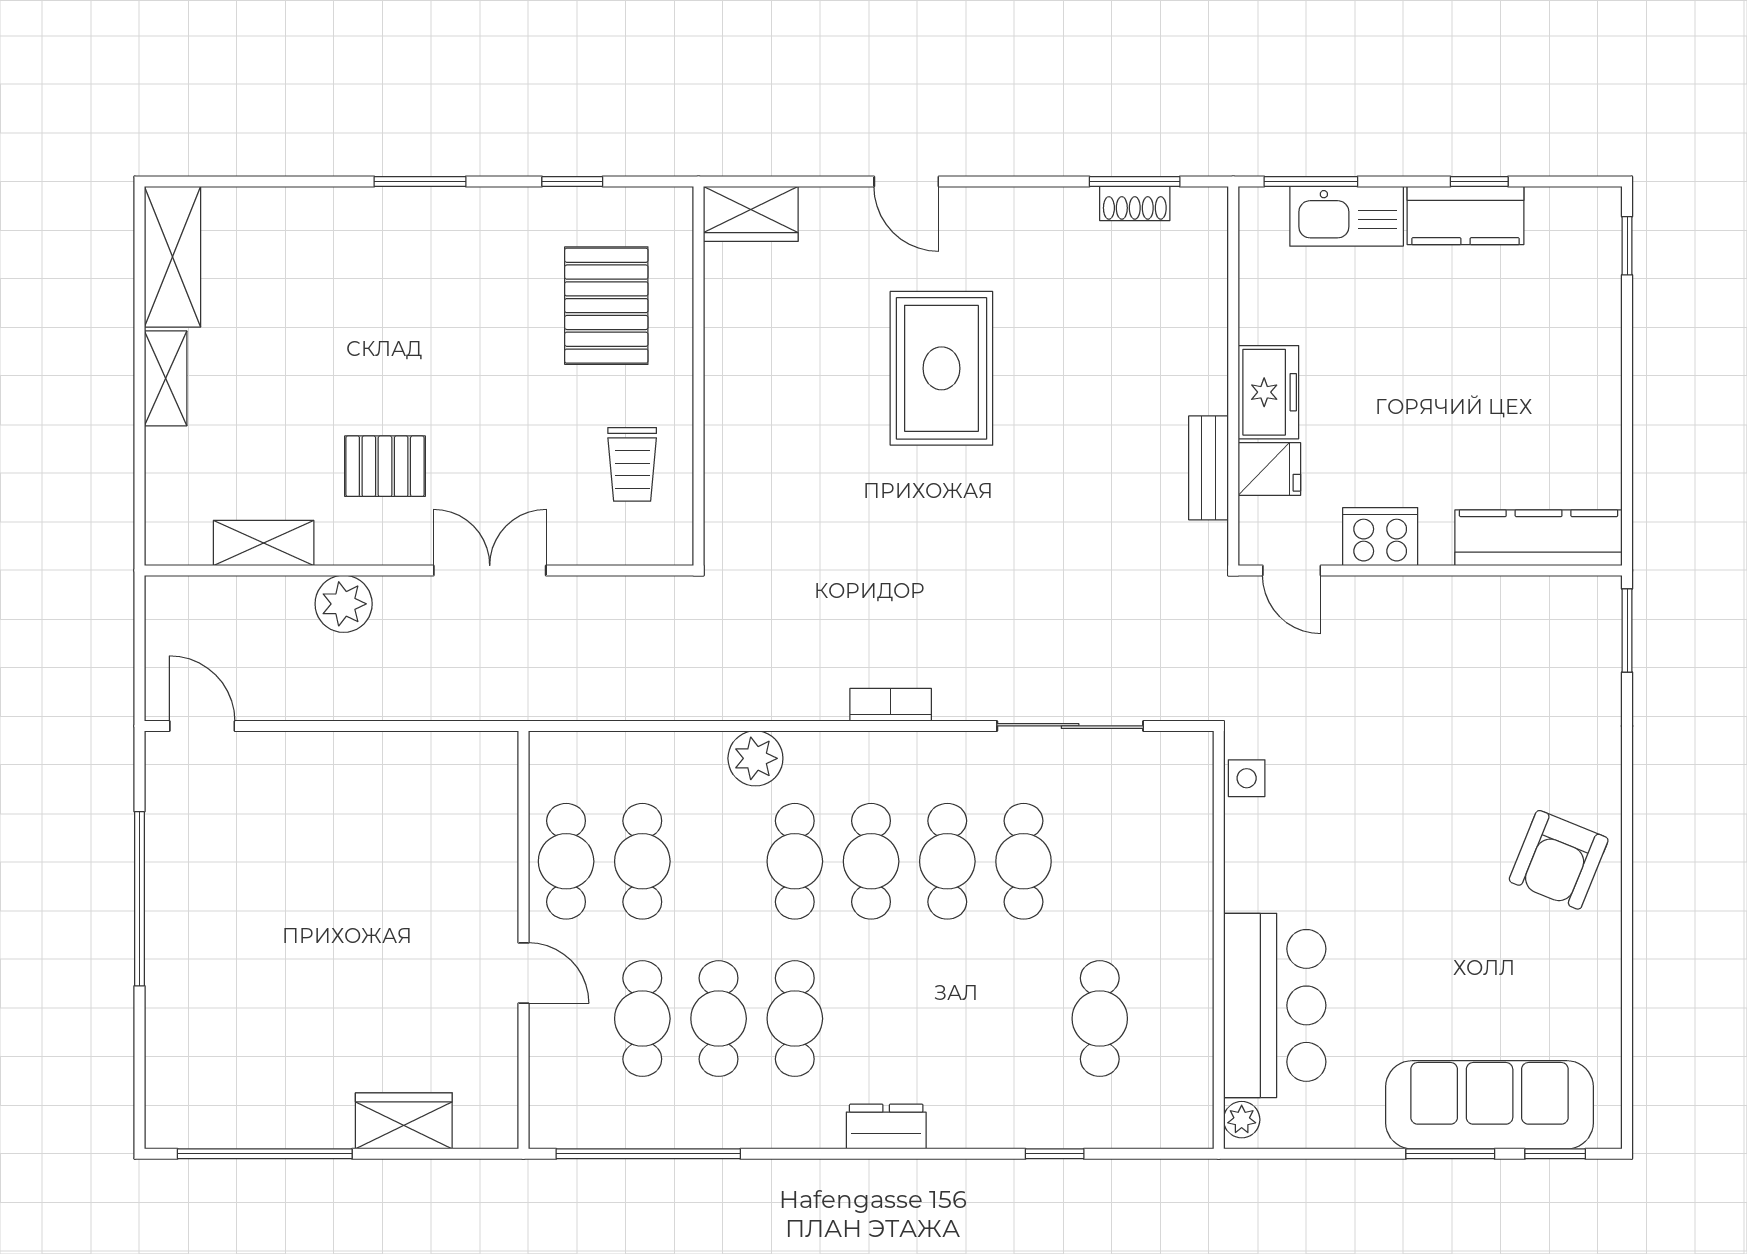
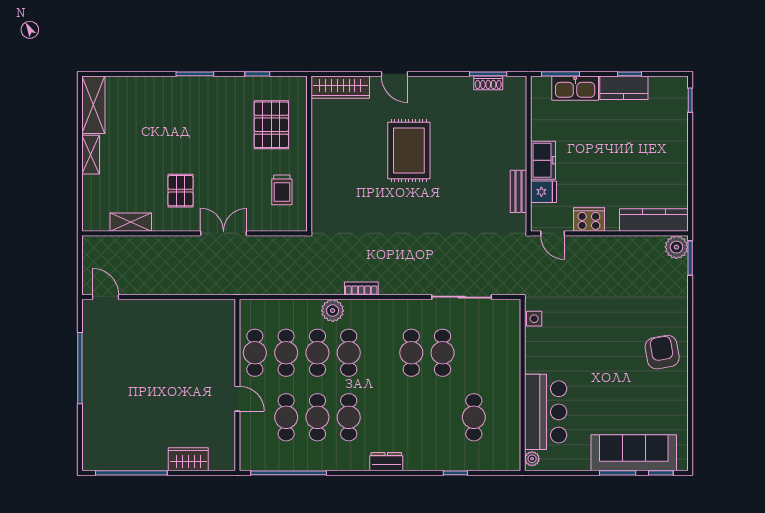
wardrobe: (751, 214) -> (340, 87), width x1.50
pallet: (385, 466) -> (181, 191), turned 90
plant: (344, 604) -> (676, 247), moved
bookcase: (891, 705) -> (361, 289), moved
armchair: (1559, 860) -> (662, 352), turned 148
cafe table: (871, 861) -> (317, 353), moved

